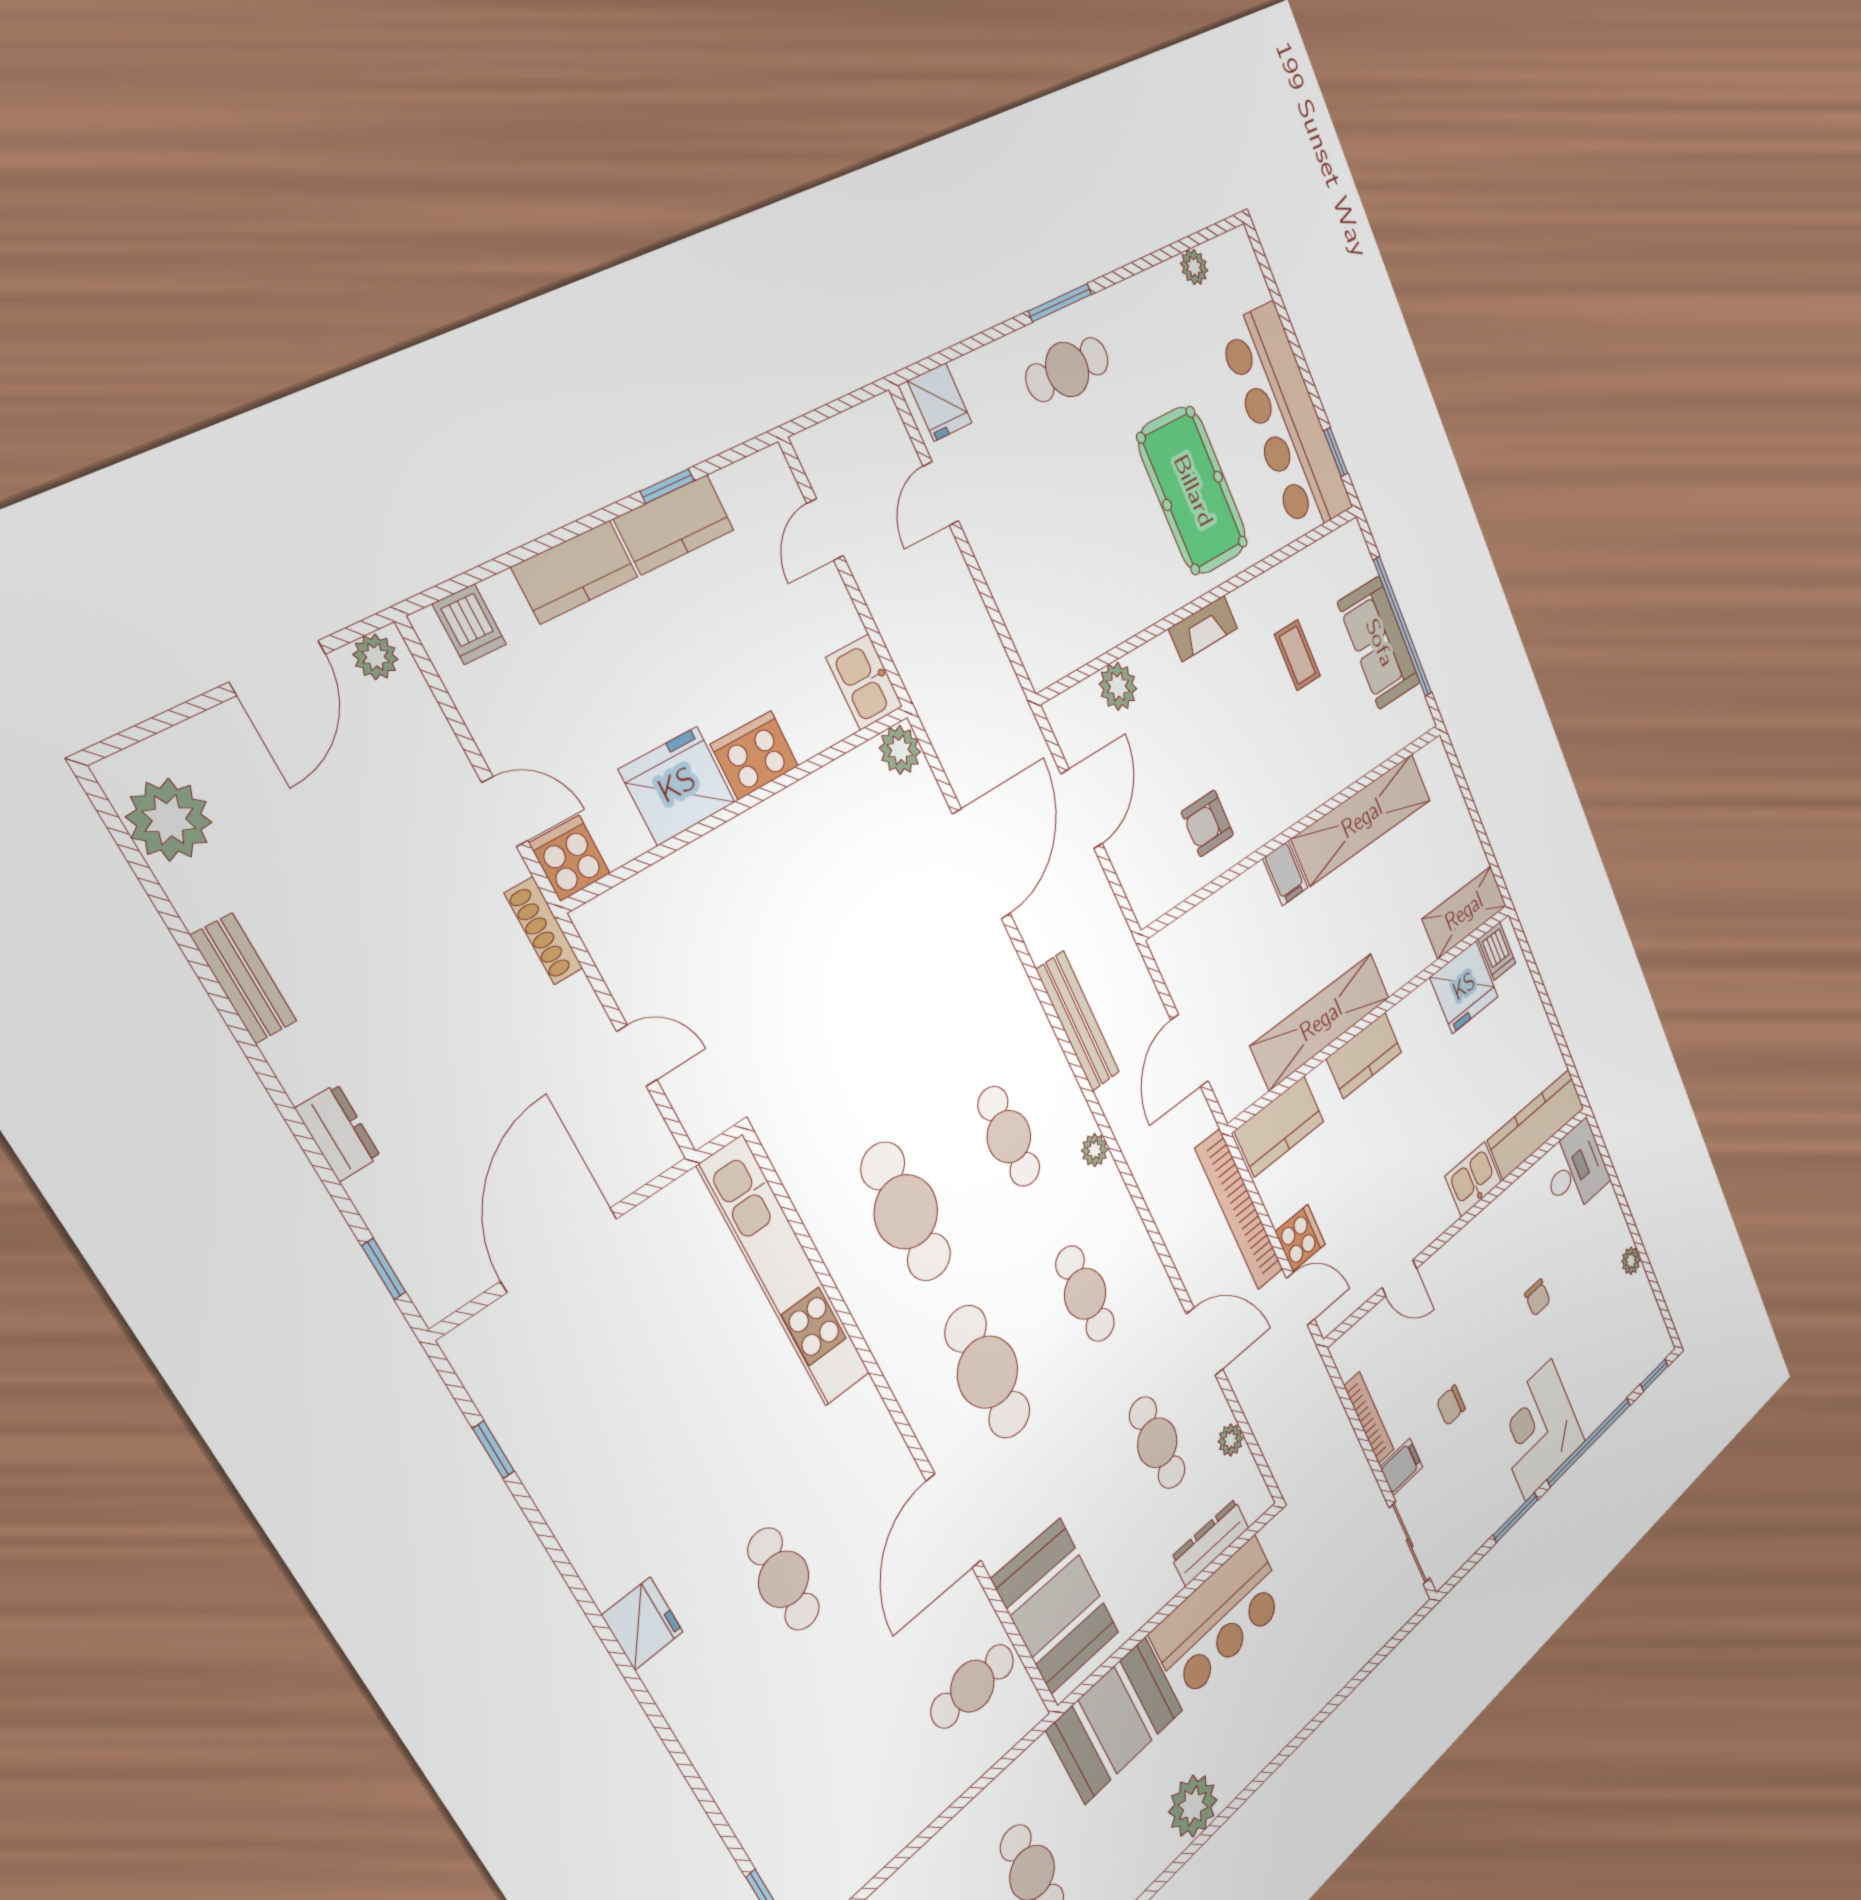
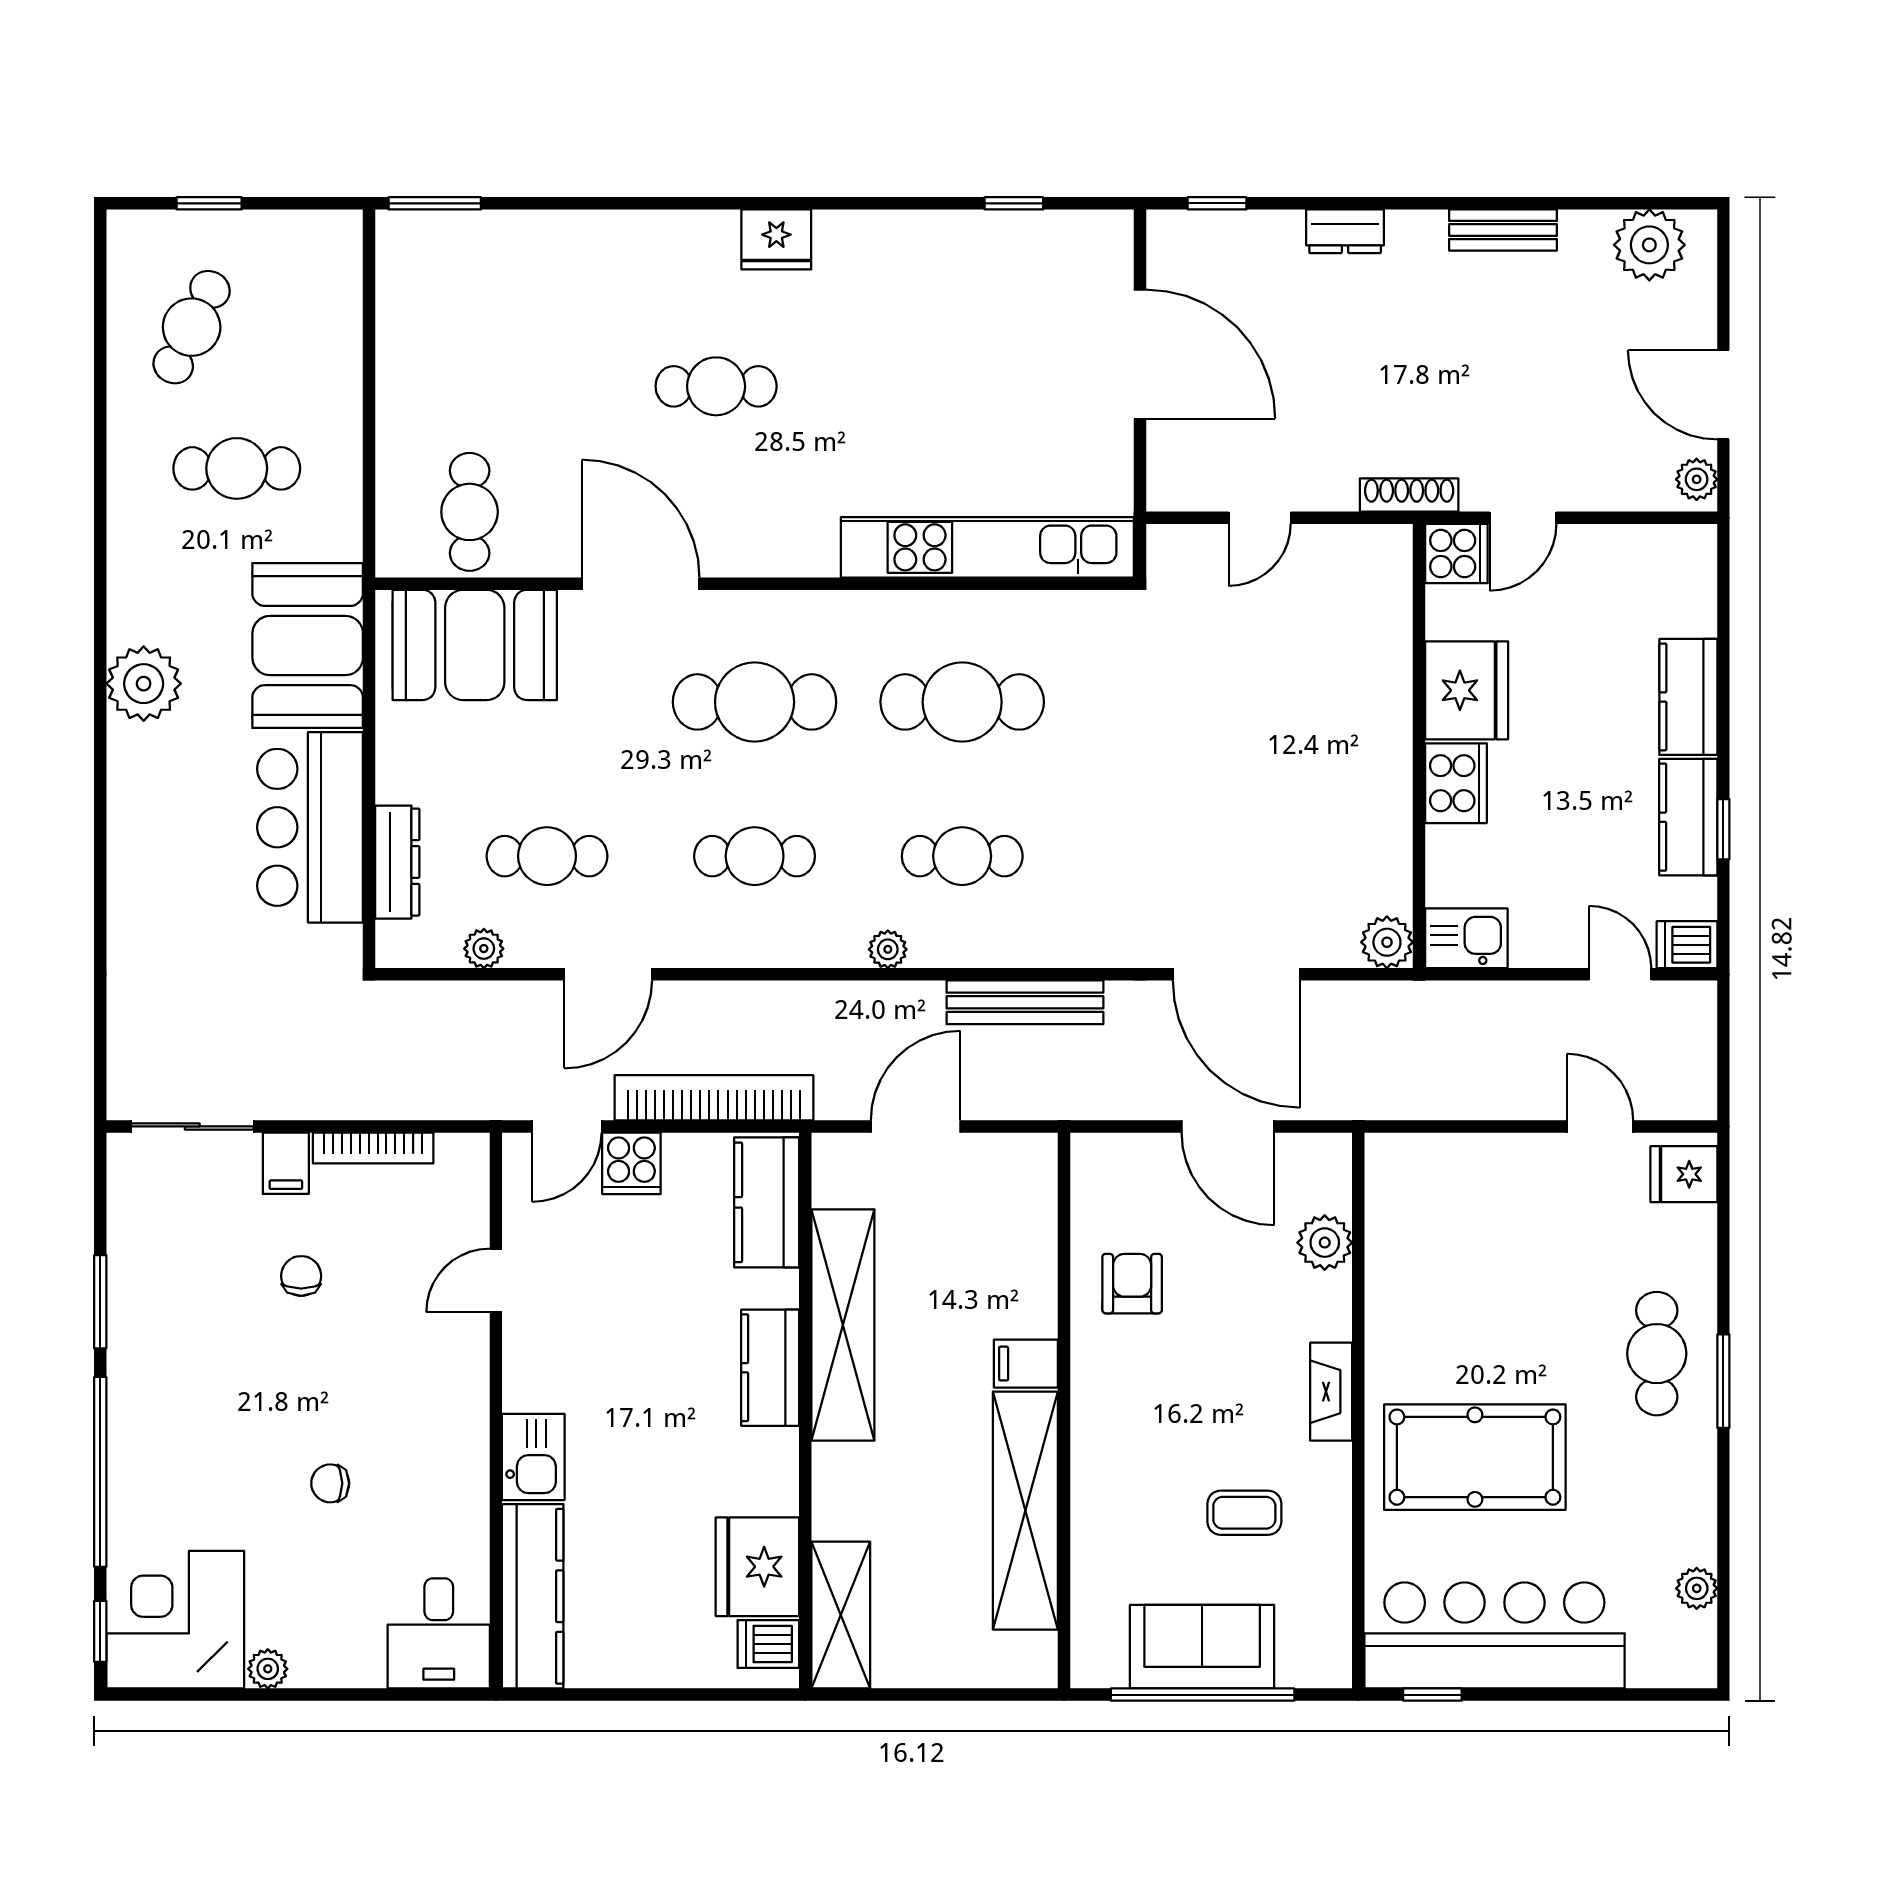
dishwasher: (469, 624) -> (1687, 945), moved
door: (1190, 1051) -> (916, 1126), hinge flipped
corner desk: (1539, 1430) -> (175, 1620), moved, turned -90

